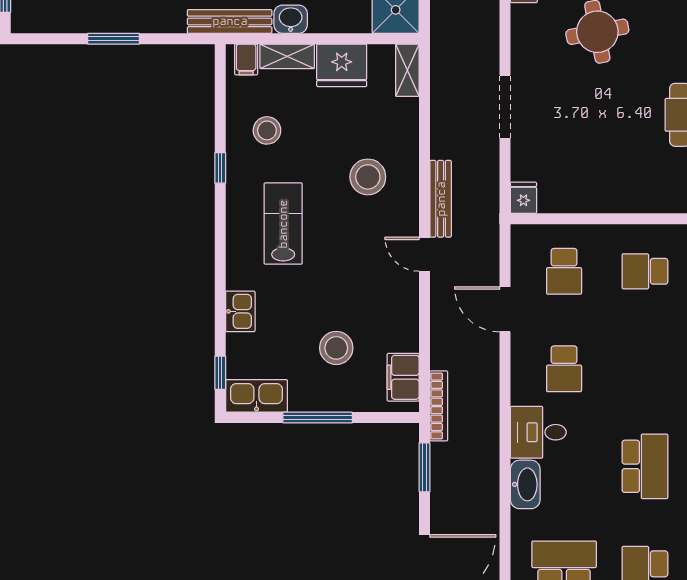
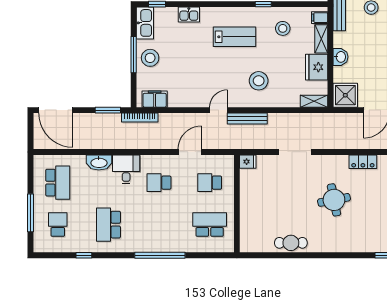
washbasin: (291, 19) -> (340, 57), moved
school desk: (645, 271) -> (210, 225), width x1.85
stool: (336, 348) -> (150, 58), moved
school desk: (645, 466) -> (108, 225), turned 90

